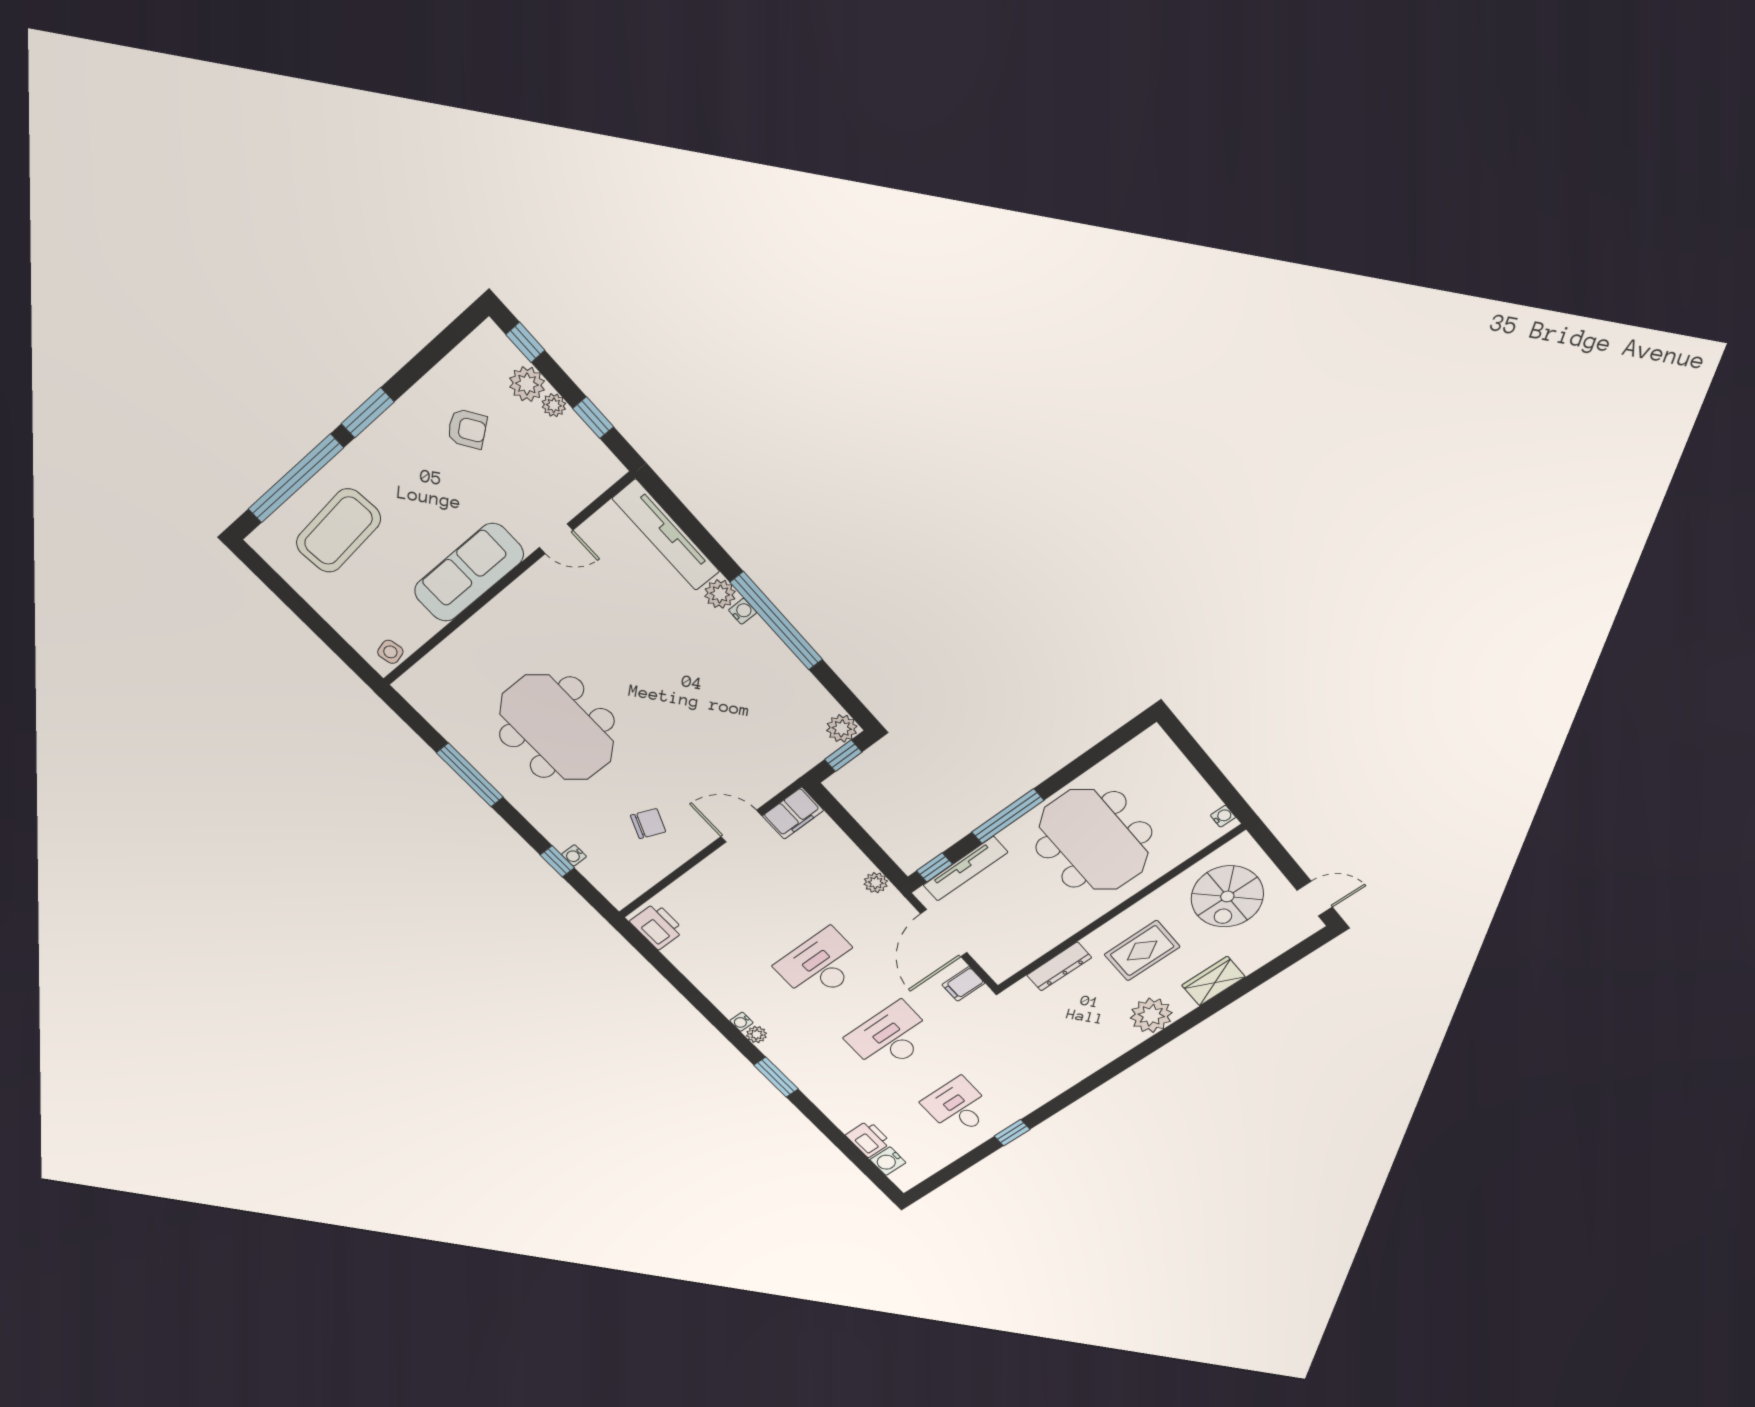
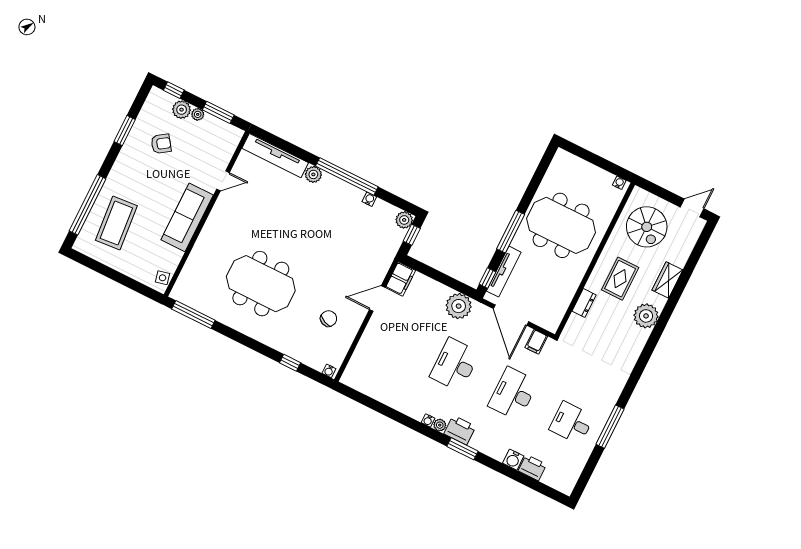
window: (368, 413) -> (125, 131), moved
window: (593, 418) -> (218, 112), width x1.50
water cooler: (743, 611) -> (369, 199), moved
window: (470, 775) -> (193, 315), moved
water cooler: (574, 855) -> (329, 371), moved
plant: (876, 883) -> (459, 306), width x1.87, depth x1.87
printer: (657, 926) -> (460, 430), moved
dresser: (1059, 966) -> (584, 303), width x0.70
window: (1012, 1133) -> (610, 427), width x2.17
water cooler: (888, 1161) -> (513, 460), moved

